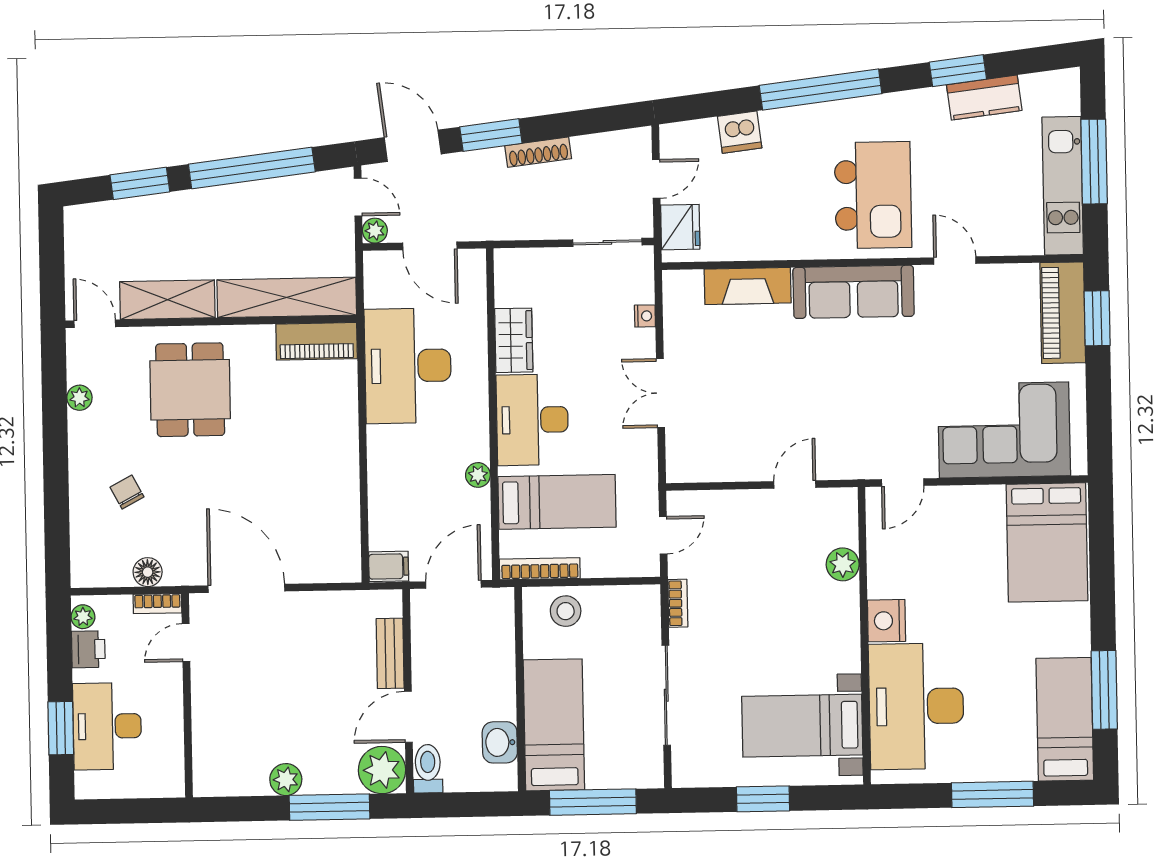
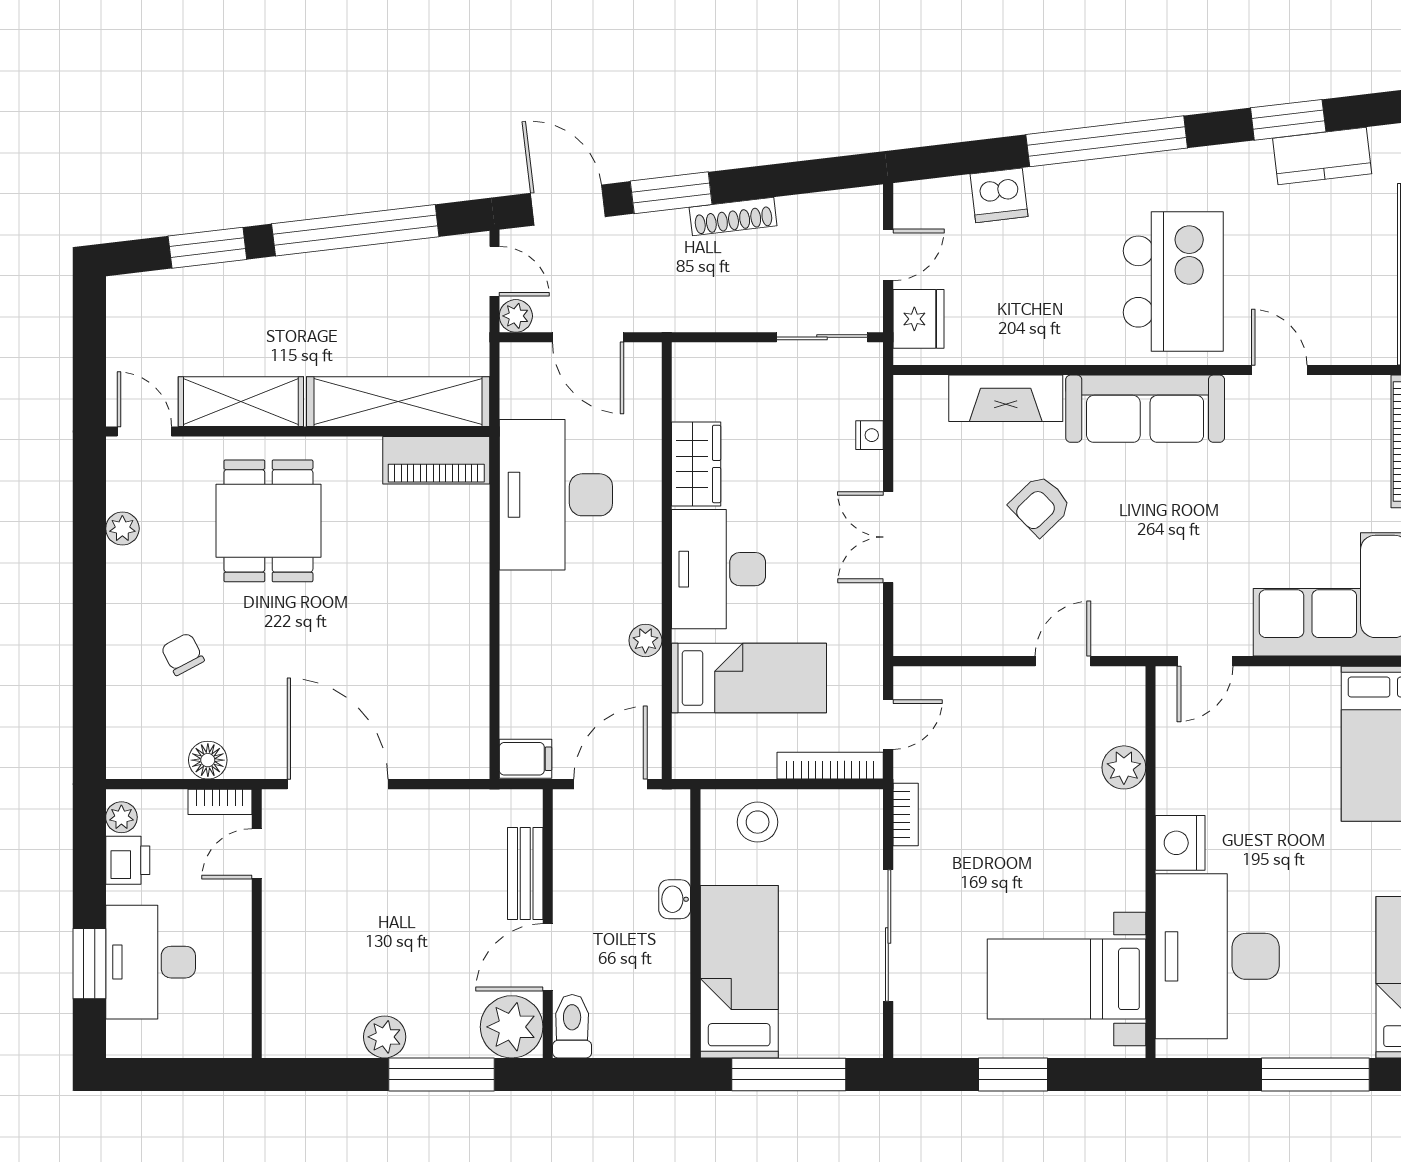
armchair: (775, 367) -> (1040, 505), added
bookcase: (540, 569) -> (830, 766), moved
washbasin: (500, 742) -> (675, 899), moved, width x0.72, depth x0.69

